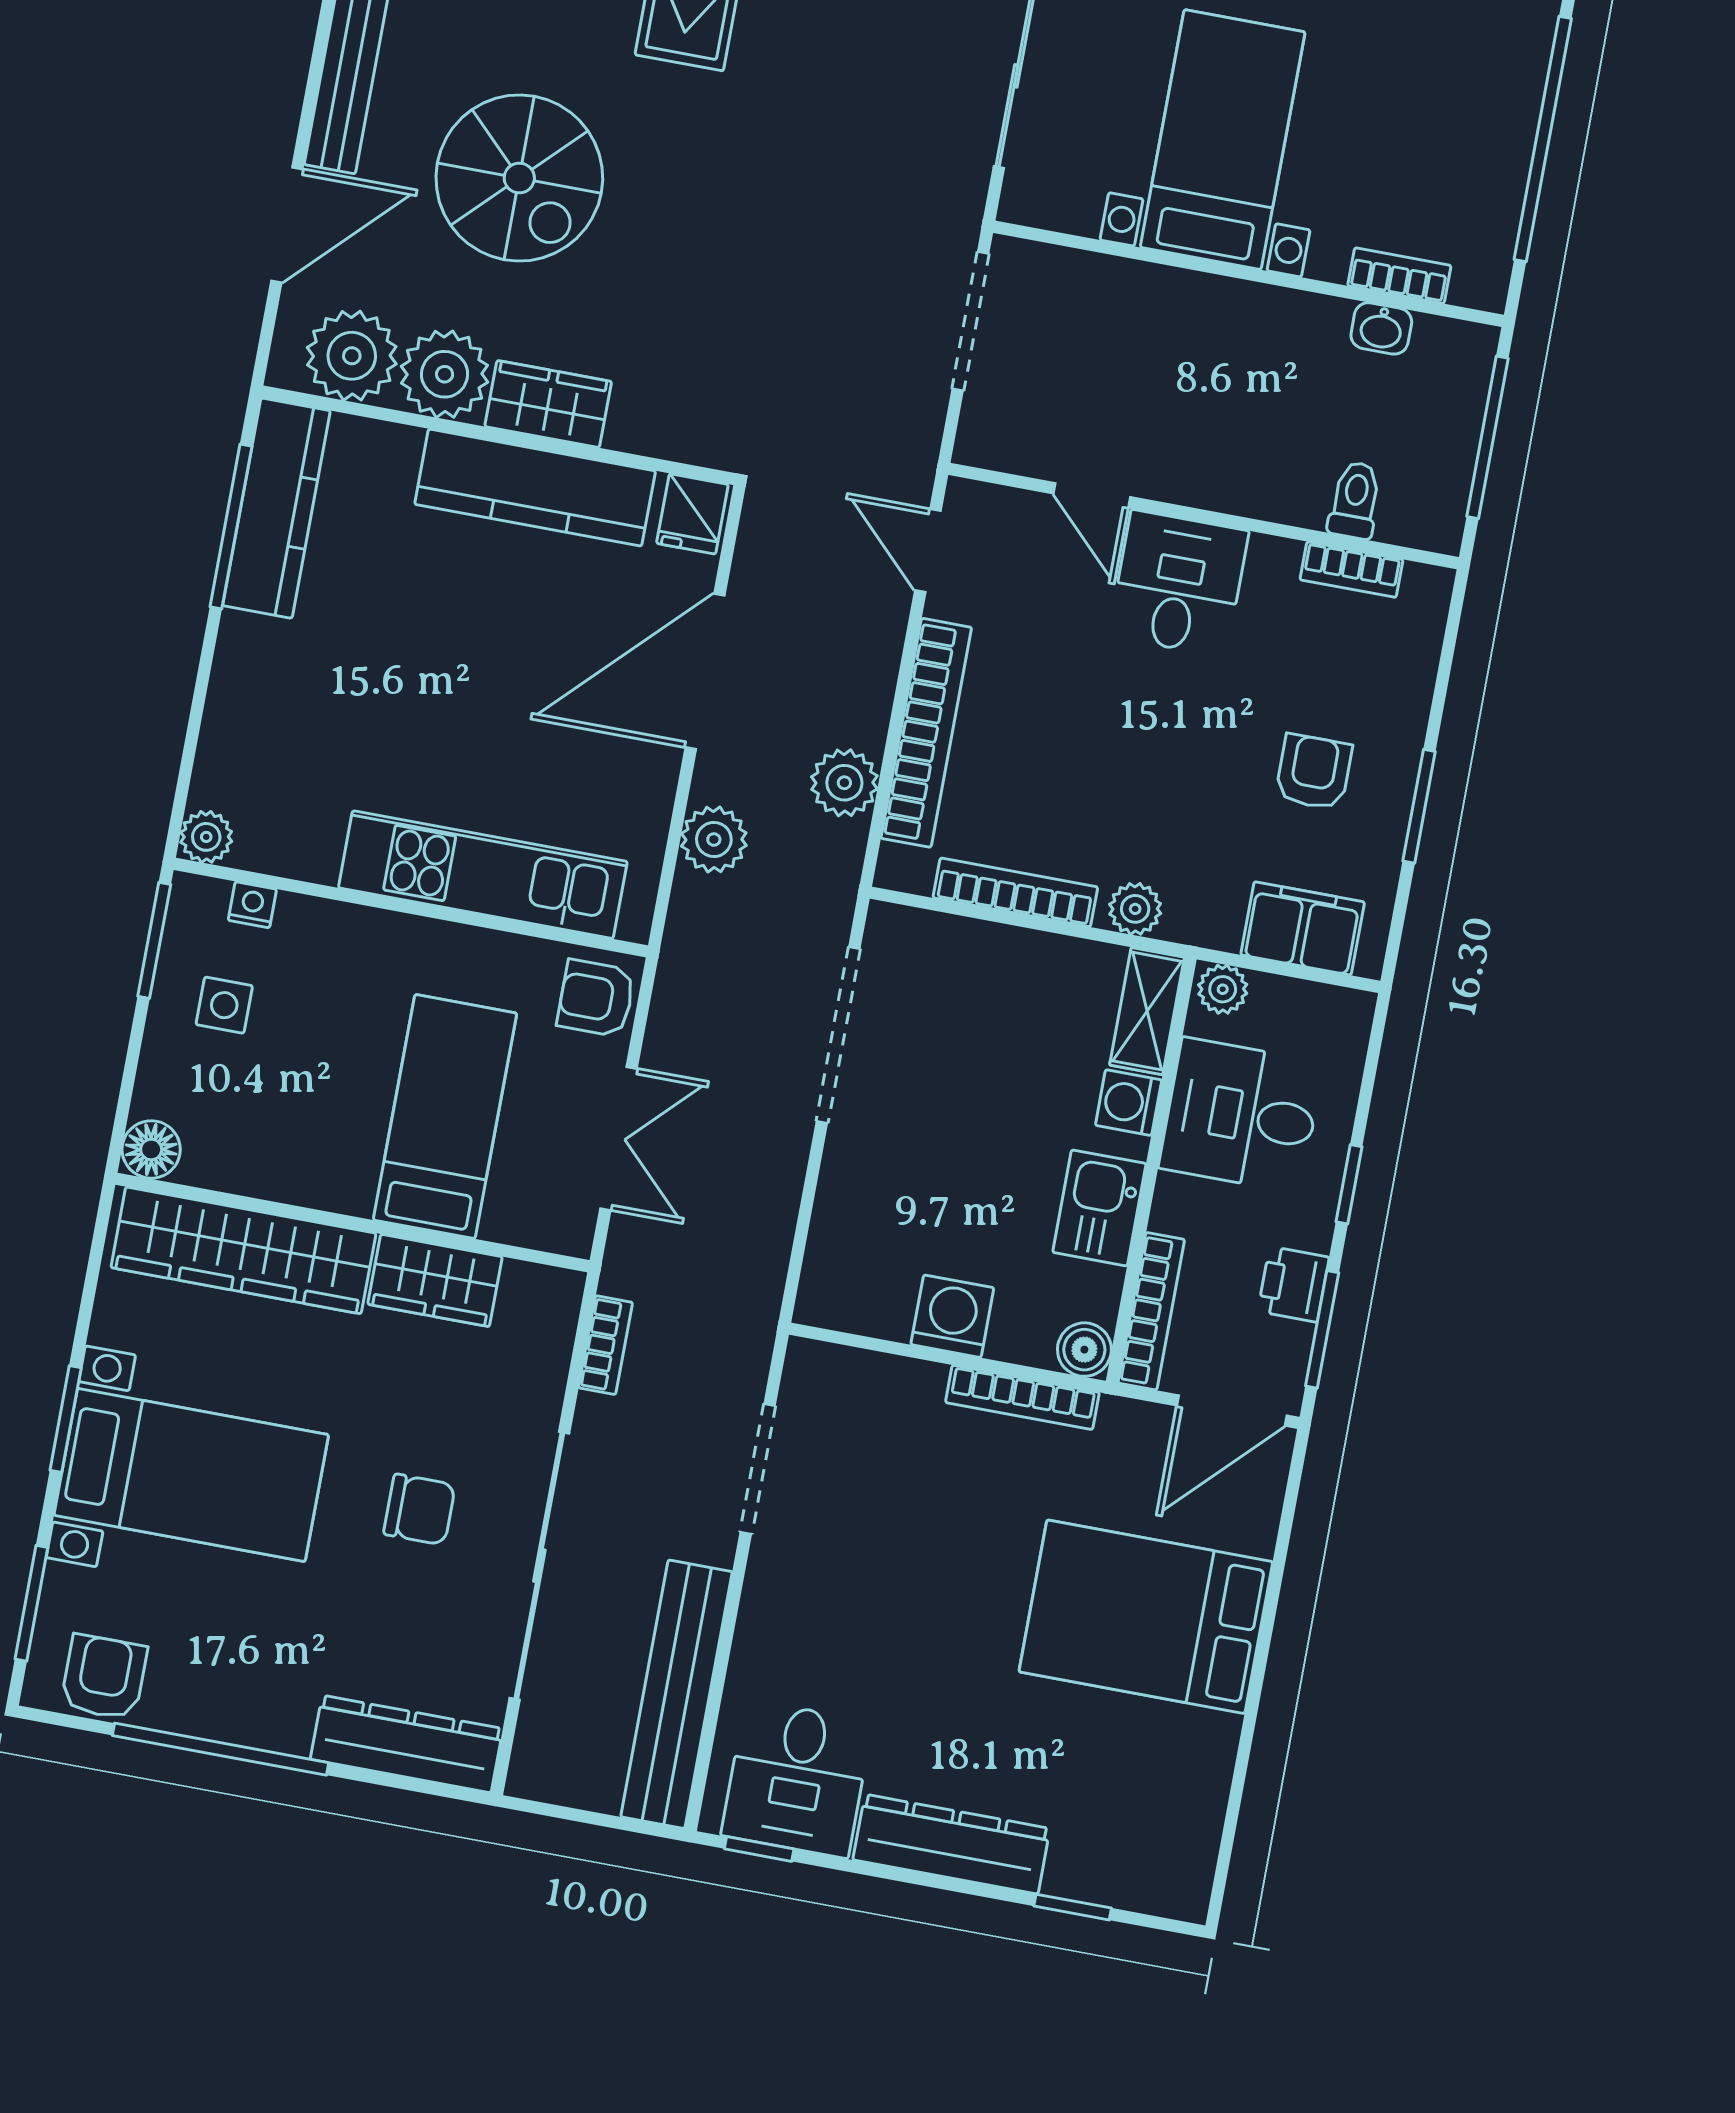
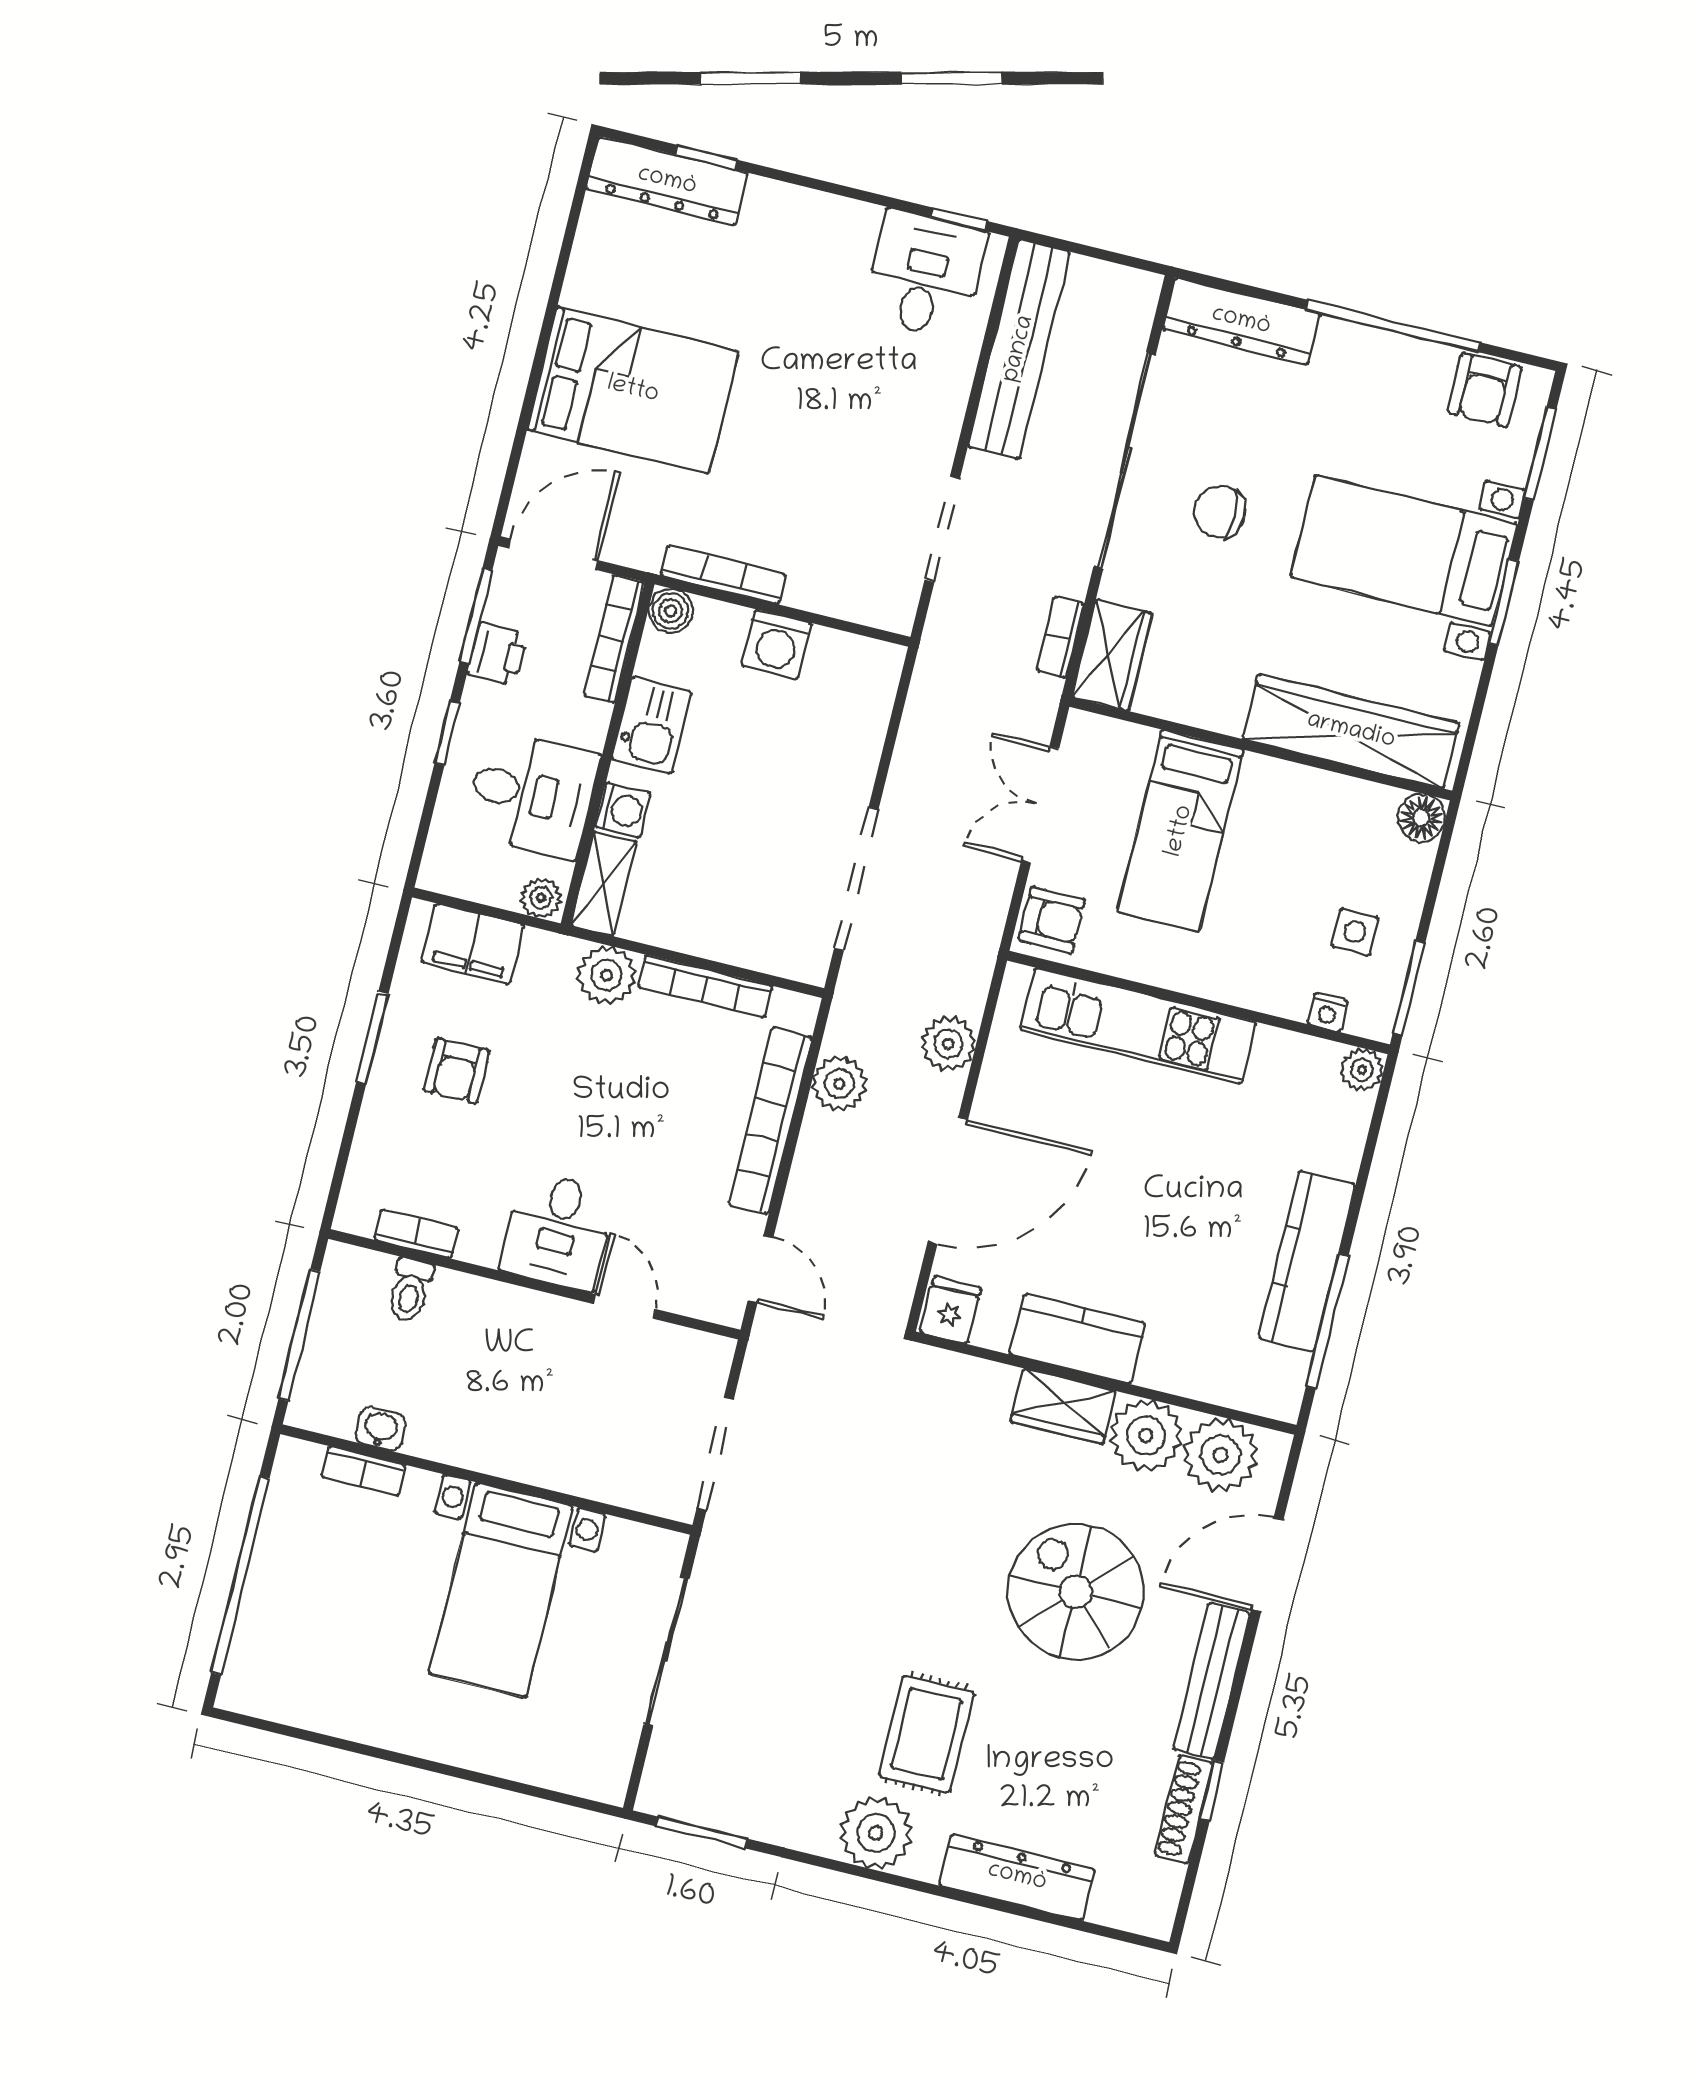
kitchen counter: (535, 488) -> (1078, 1339), width x0.67
kitchen counter: (276, 508) -> (1307, 1261), moved
plant: (1135, 909) -> (607, 975), width x1.38, depth x1.38
wardrobe: (435, 1280) -> (1112, 655), moved, turned 90
dresser: (951, 1844) -> (667, 181), moved

